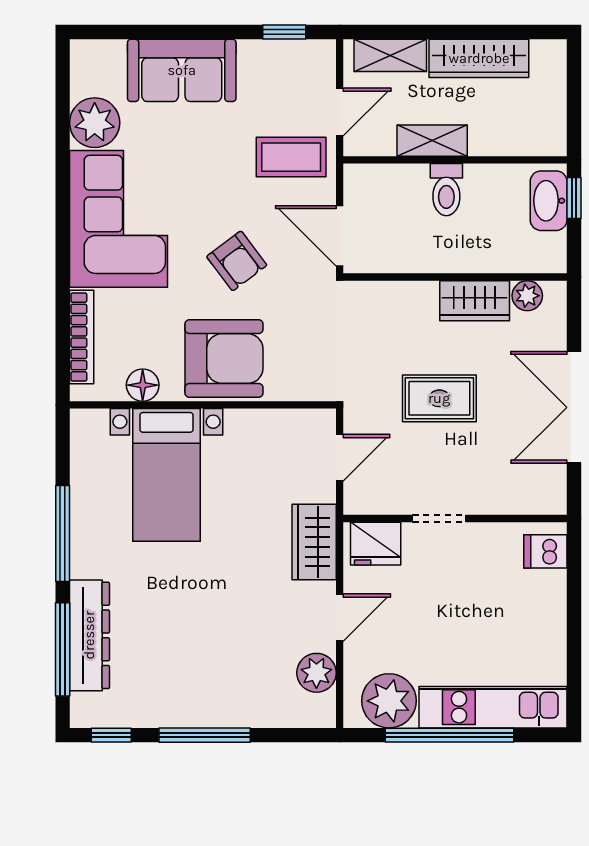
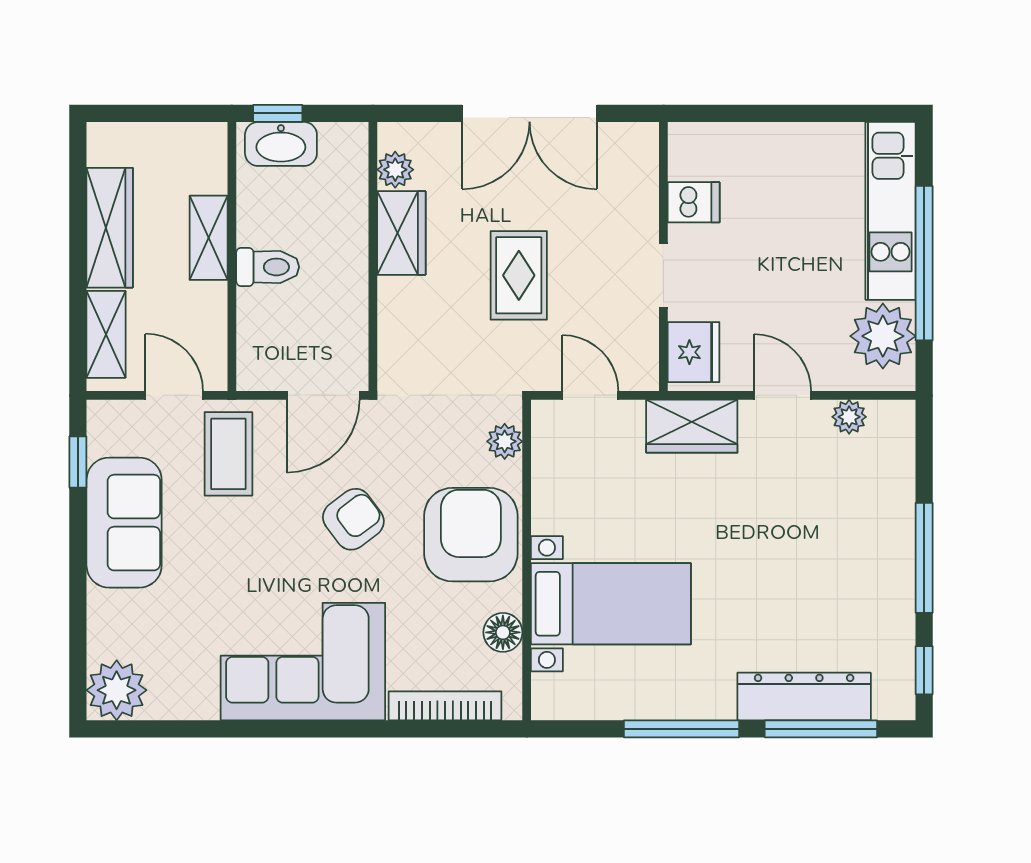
sofa: (182, 70) -> (124, 523), moved
plant: (95, 123) -> (117, 690), moved
shelving: (432, 141) -> (209, 238), moved
plant: (301, 387) -> (505, 441), added
dishwasher: (545, 551) -> (694, 202), moved, turned -90
plant: (316, 673) -> (849, 417), width x0.73, depth x0.73

